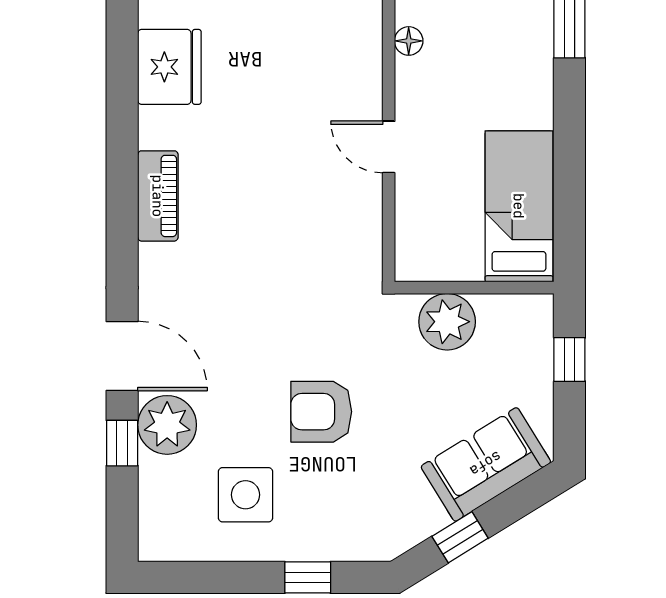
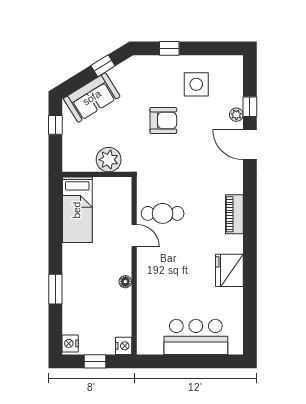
cafe table: (323, 198) -> (163, 213), added
window: (569, 360) -> (55, 125), moved
plant: (167, 425) -> (236, 115), width x0.53, depth x0.53

